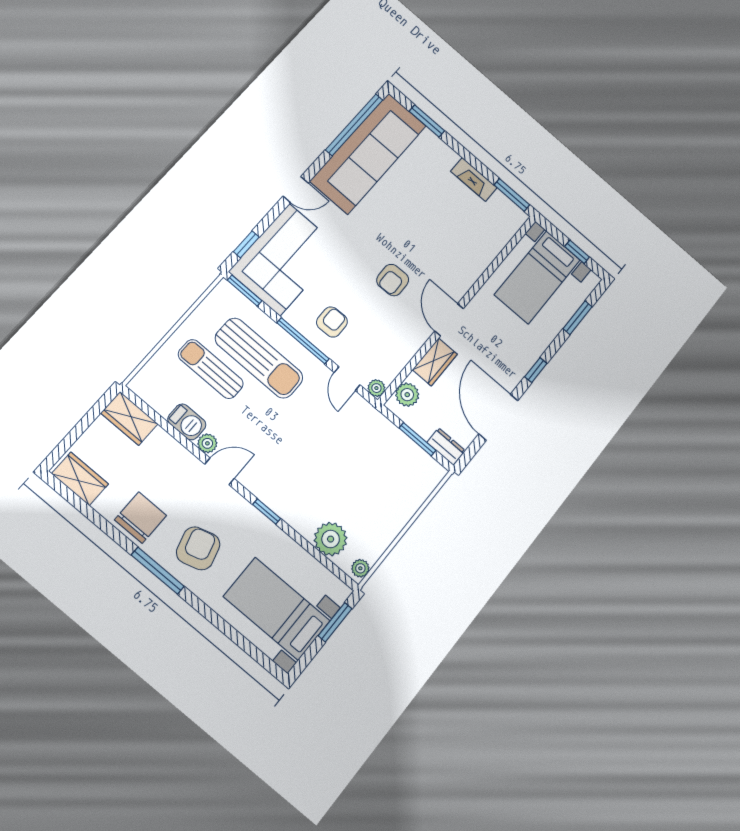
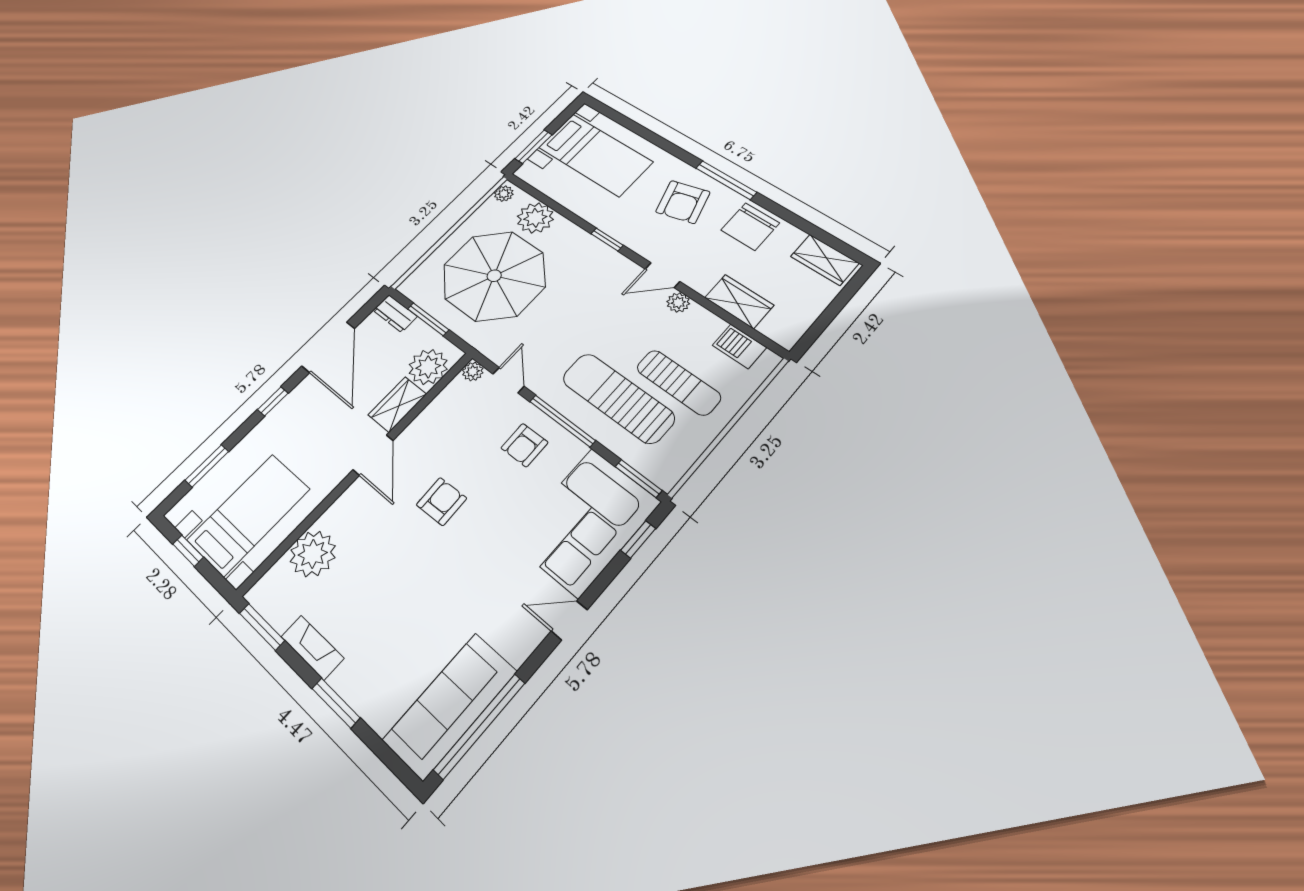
window: (427, 121) -> (336, 703), moved
sofa: (368, 153) -> (450, 706), width x0.74, depth x0.79
plant: (484, 245) -> (313, 554), added
plant: (407, 395) -> (428, 367), width x1.36, depth x1.36
wardrobe: (129, 418) -> (739, 301), moved
barbecue: (187, 422) -> (739, 346), moved
parasol: (364, 480) -> (494, 276), added

